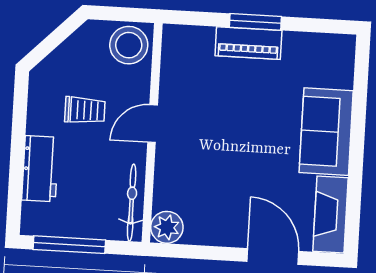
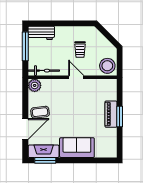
workbench: (40, 169) -> (41, 33), moved
window: (353, 212) -> (45, 160), added
coffee table: (234, 218) -> (40, 112), added

